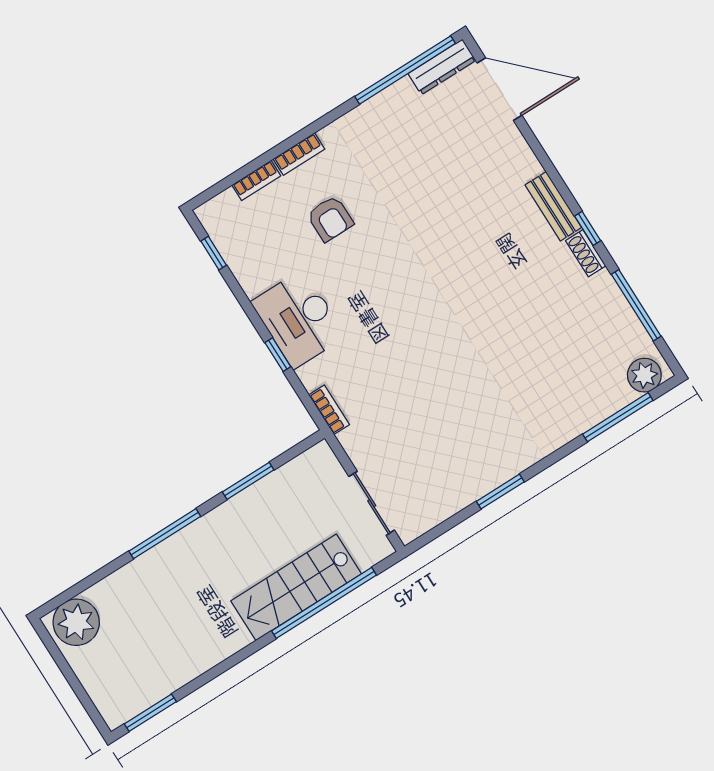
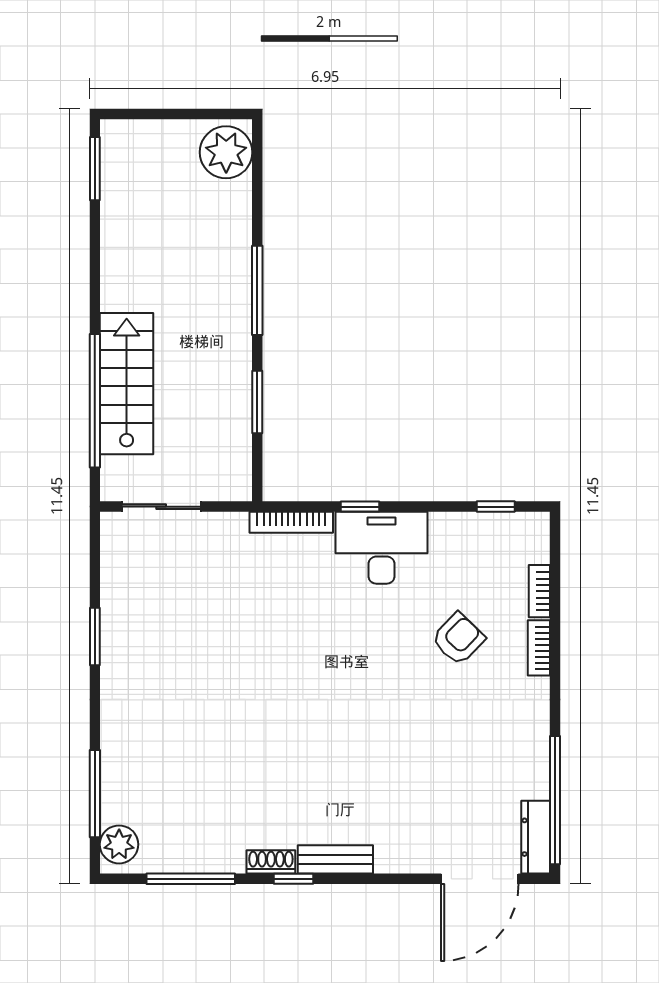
armchair: (330, 219) -> (458, 639), turned 134
bookcase: (329, 410) -> (291, 522), width x1.56

